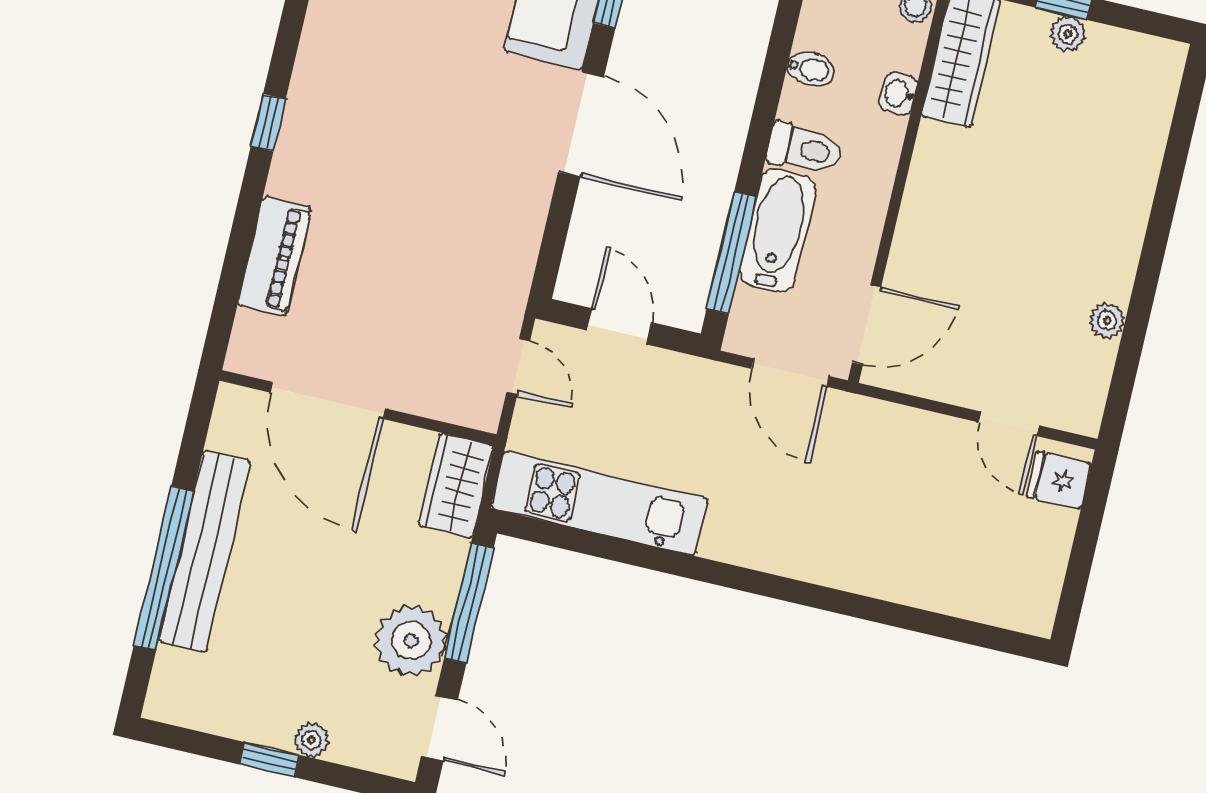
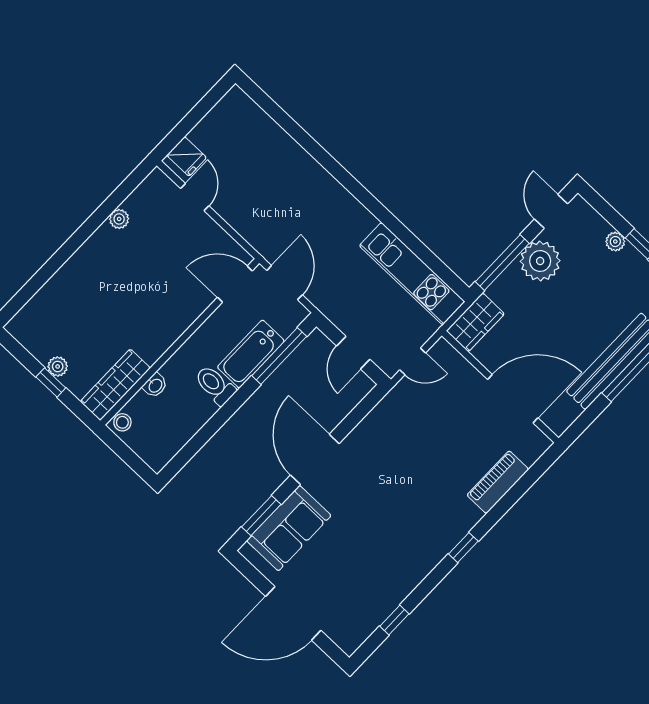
bidet: (811, 69) -> (190, 422), removed
door: (518, 367) -> (413, 361), swing flipped
door: (328, 400) -> (513, 399), hinge flipped

